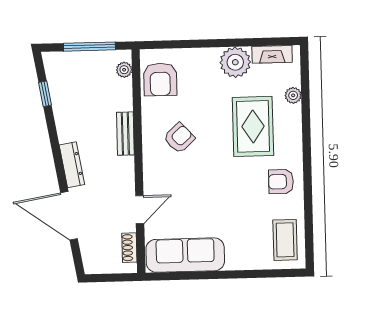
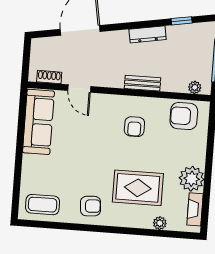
armchair: (179, 138) -> (134, 127), turned 43
dresser: (72, 165) -> (148, 34), moved
armchair: (281, 182) -> (90, 206), turned 86

